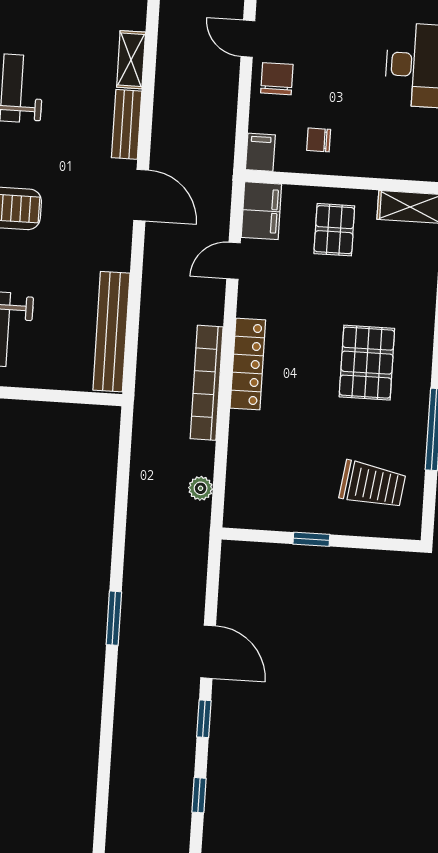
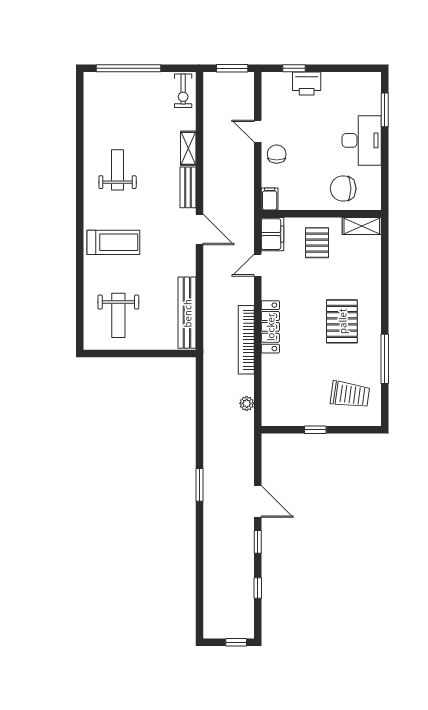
chair: (319, 140) -> (343, 189), moved, width x1.87, depth x1.87

